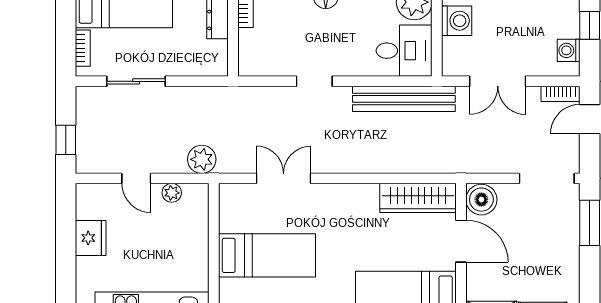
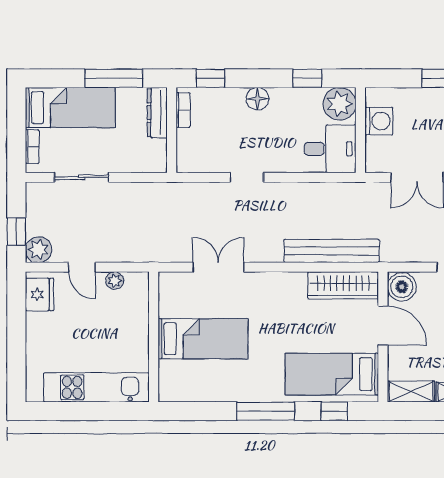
bench: (404, 99) -> (332, 251), moved
plant: (202, 159) -> (38, 250), moved
fridge: (91, 238) -> (39, 294), moved

